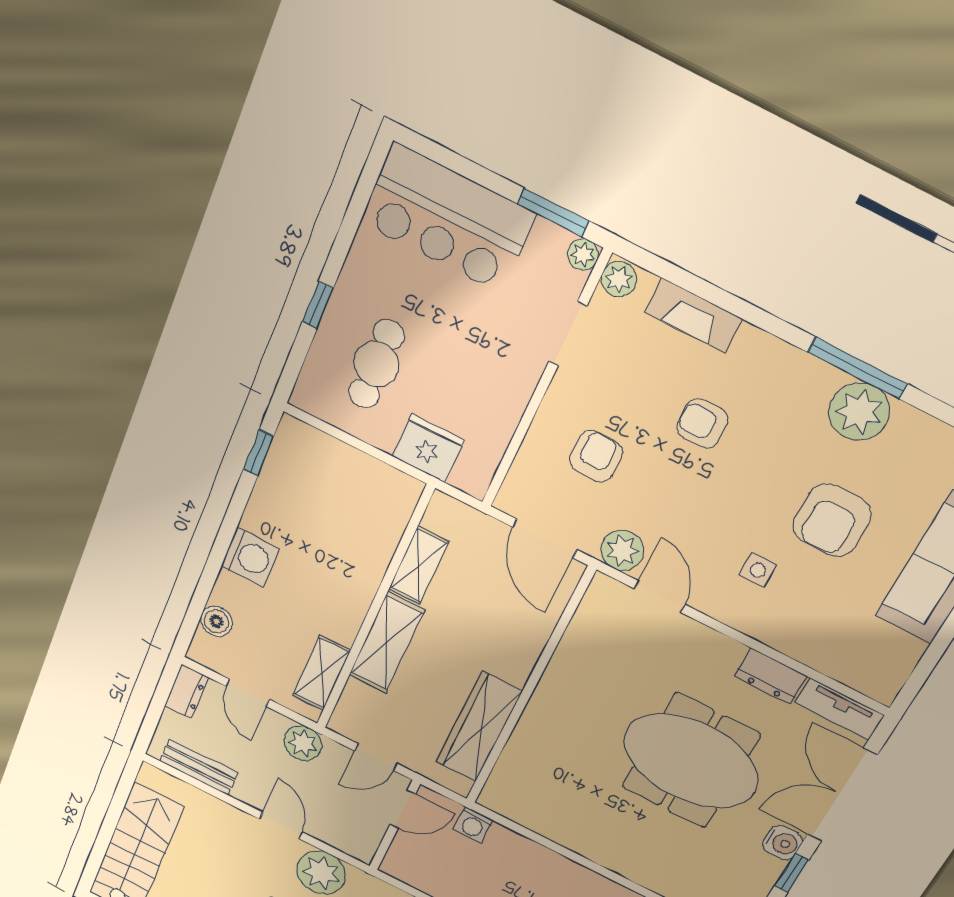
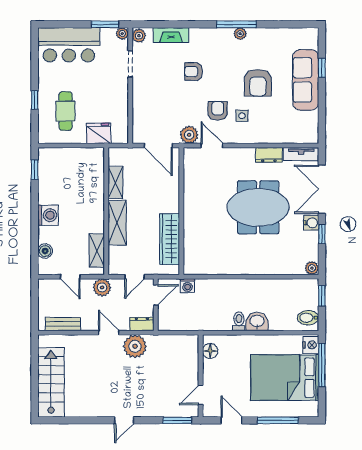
plant: (859, 412) -> (240, 34), width x0.53, depth x0.53
armchair: (596, 456) -> (218, 111), moved
dresser: (186, 692) -> (142, 324), moved, turned -90

